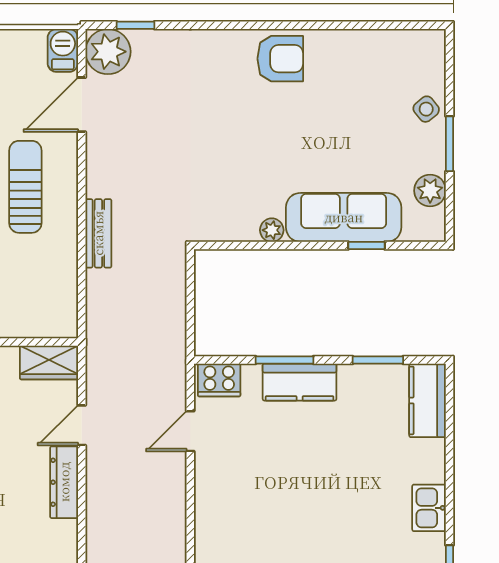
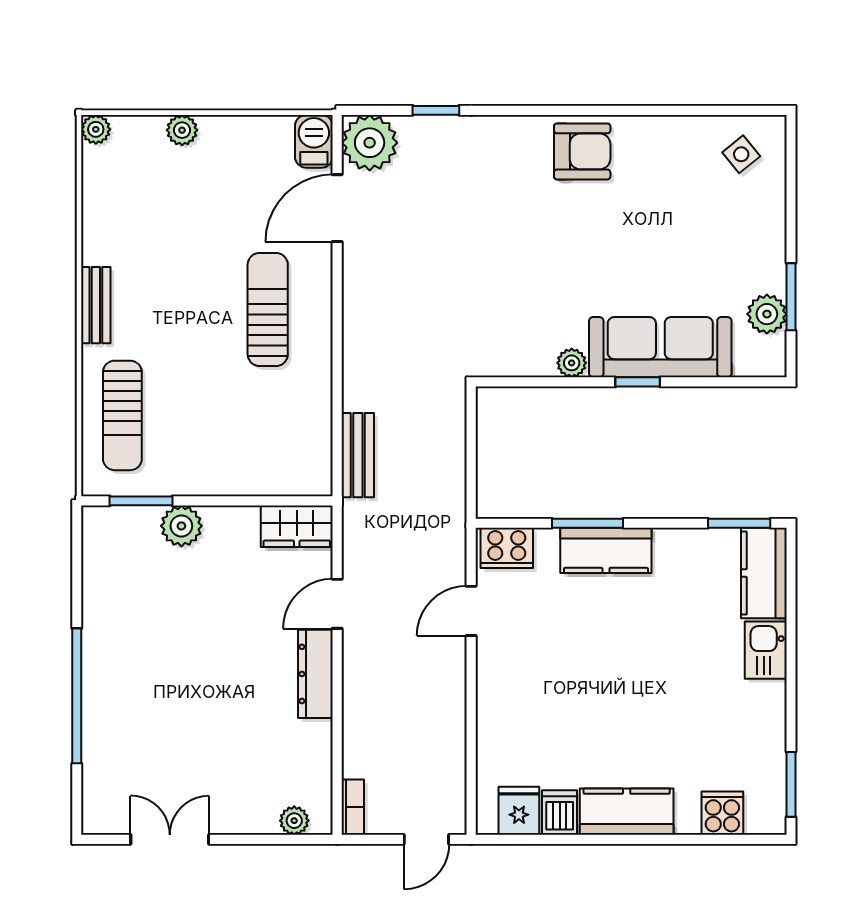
window: (136, 25) -> (436, 110), moved
side table: (426, 109) -> (741, 154), moved
window: (450, 144) -> (791, 297), moved
bench: (98, 233) -> (358, 455), moved
window: (366, 245) -> (638, 382), moved
window: (378, 360) -> (739, 523), moved
kitchen sink: (429, 508) -> (766, 650), moved

